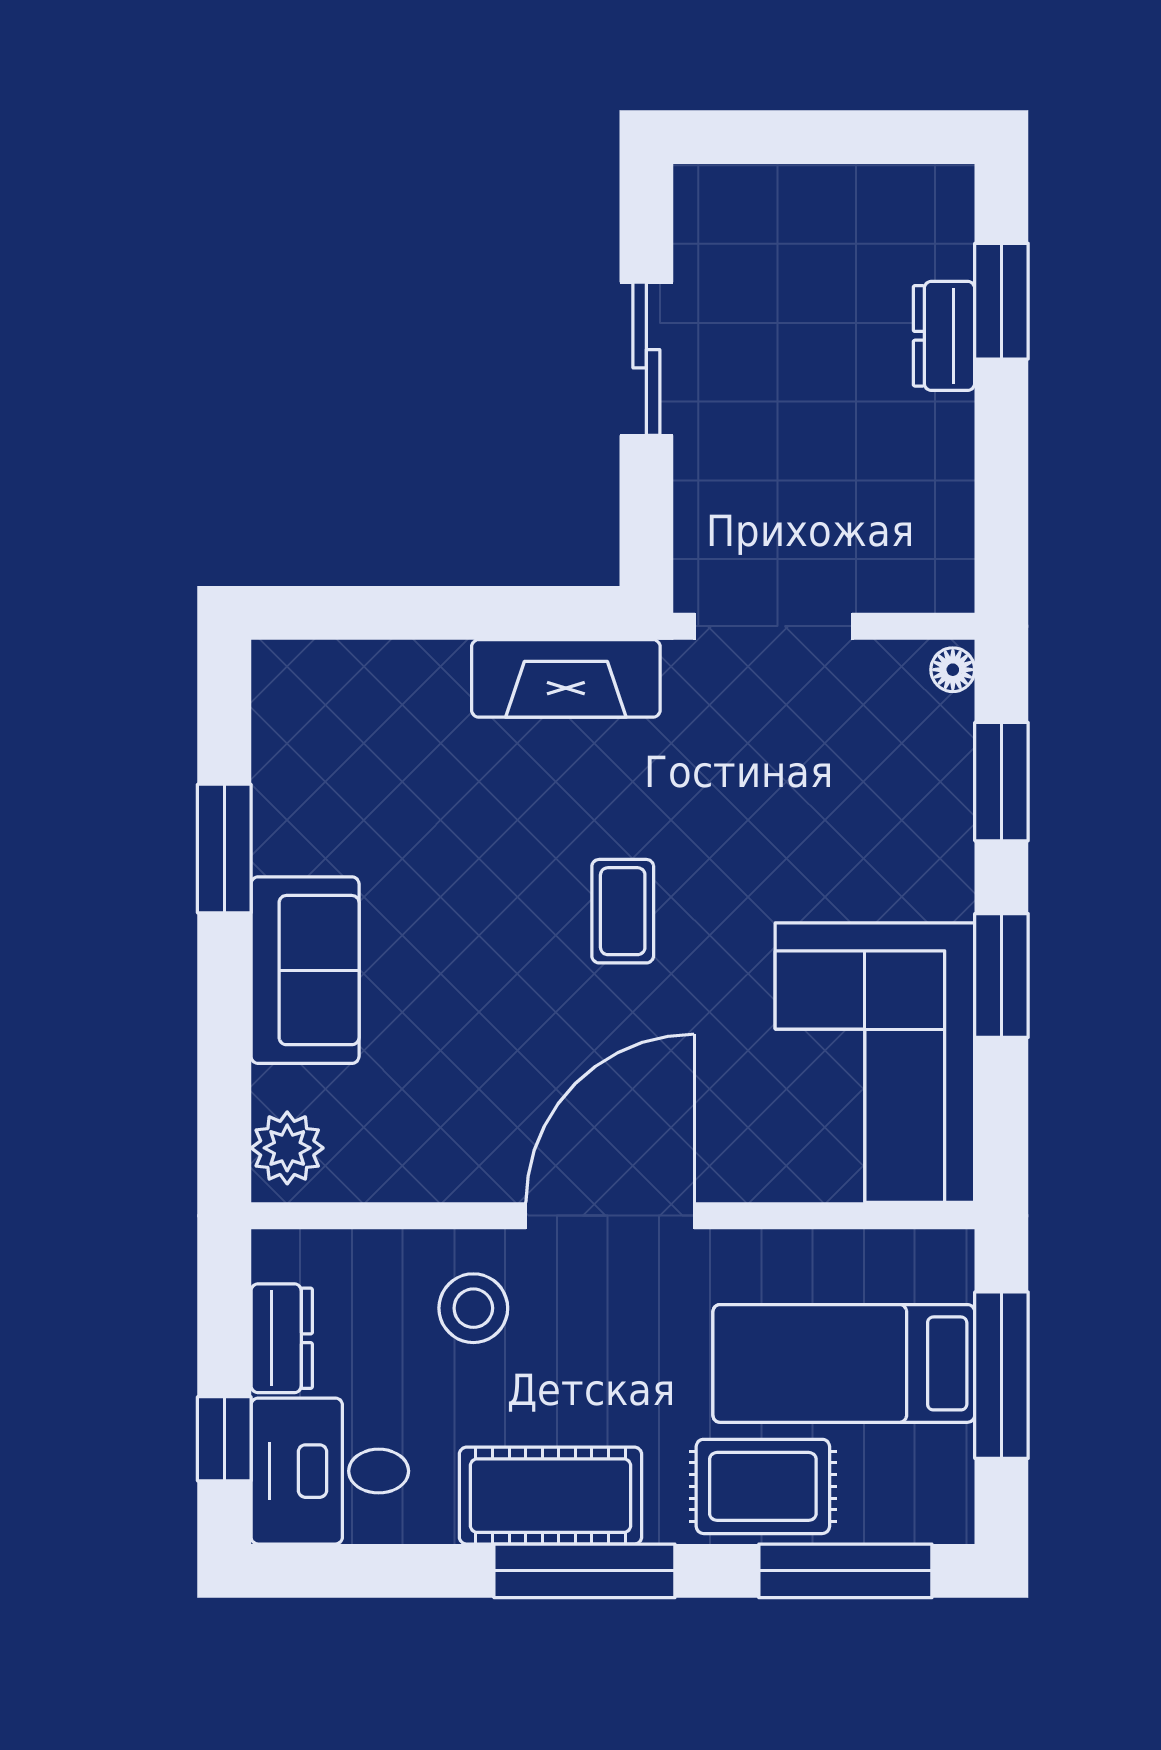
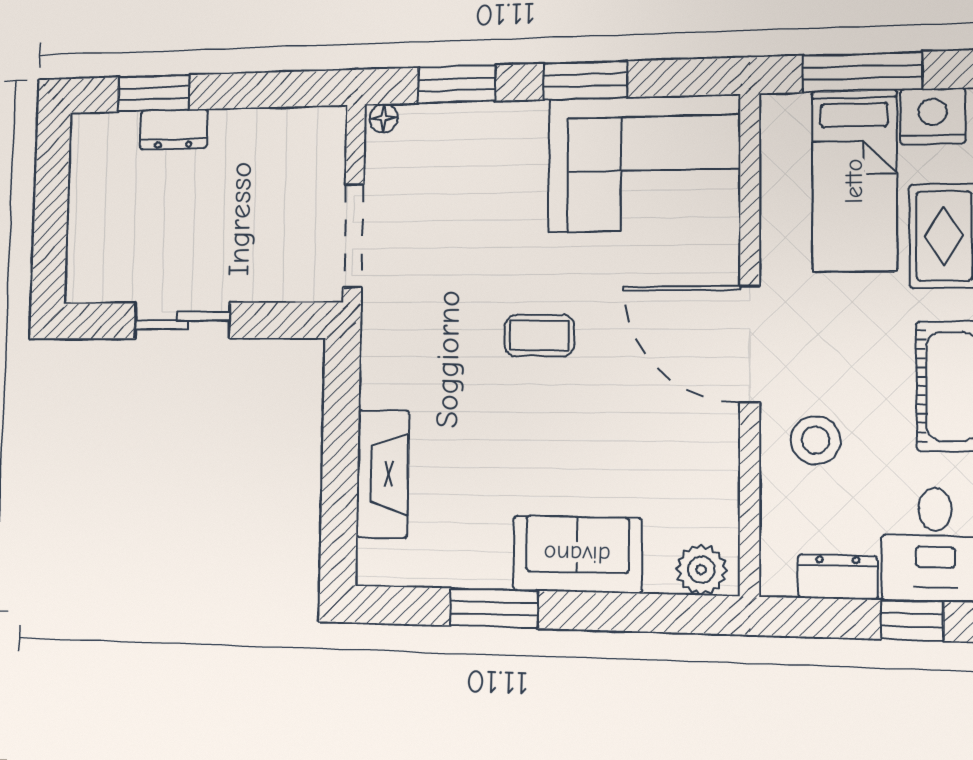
fireplace: (566, 678) -> (383, 474), moved
nightstand: (935, 1472) -> (933, 116), added

